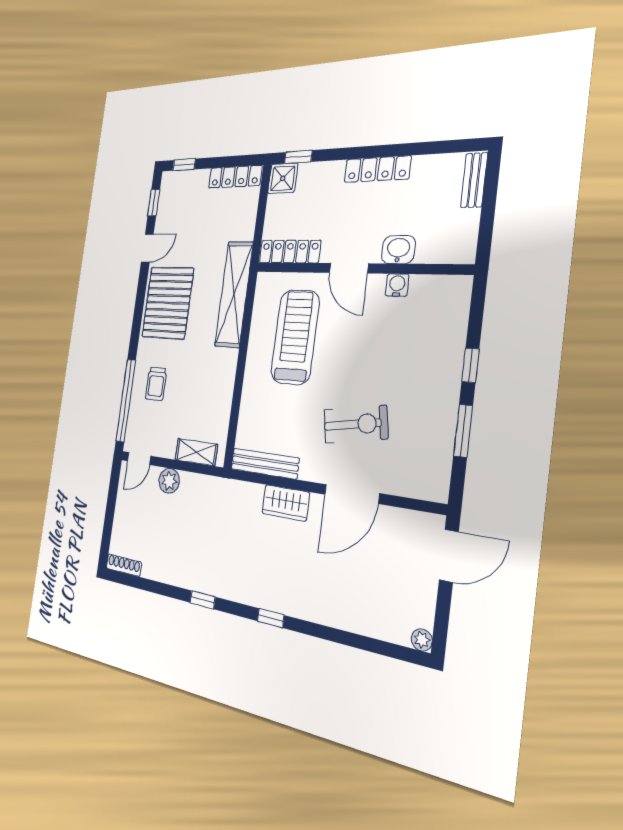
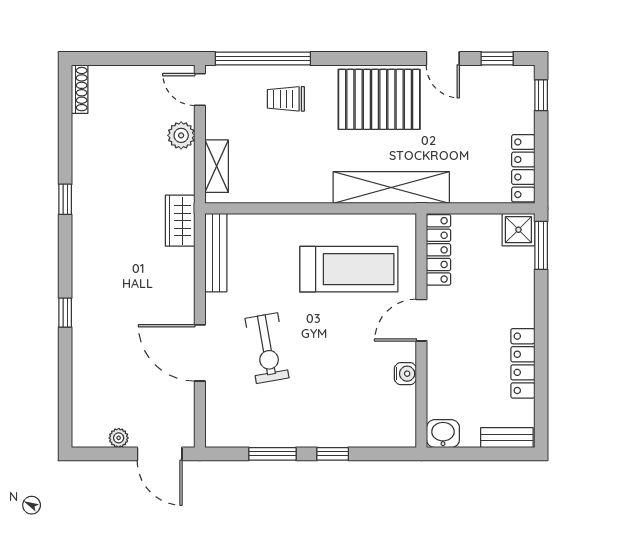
window: (298, 157) -> (541, 245), width x1.50
locker: (377, 169) -> (523, 363), moved
washbasin: (398, 250) -> (443, 434), moved, turned -90
wardrobe: (286, 503) -> (180, 221), moved
window: (271, 618) -> (65, 313), moved
plant: (422, 640) -> (119, 438), moved

